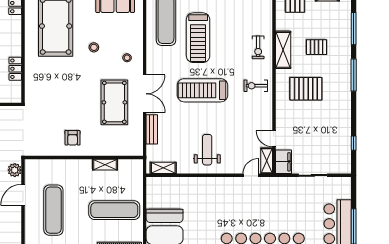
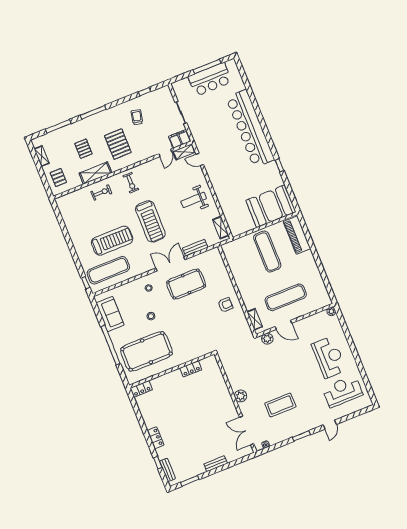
trolley: (328, 123) -> (137, 117), added
shelving: (105, 165) -> (255, 319), moved

